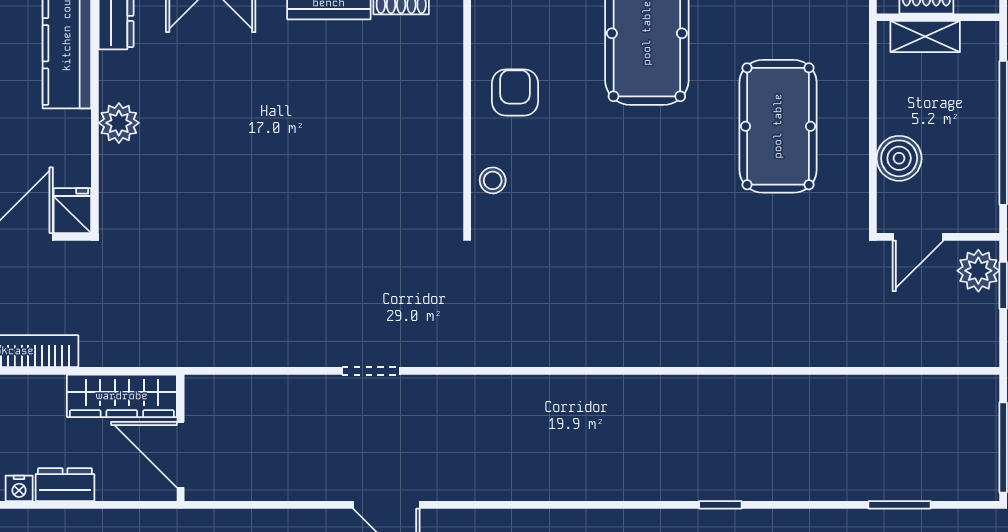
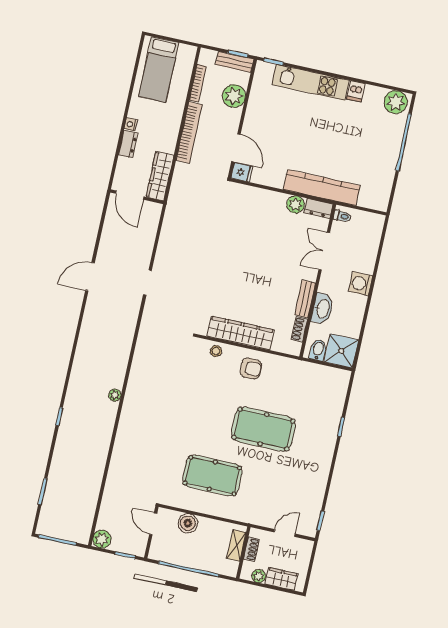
plant: (119, 123) -> (295, 204), moved
wardrobe: (439, 134) -> (241, 333), added
plant: (978, 271) -> (102, 539), moved
plant: (644, 389) -> (115, 395), added
door: (181, 455) -> (130, 195), swing flipped

